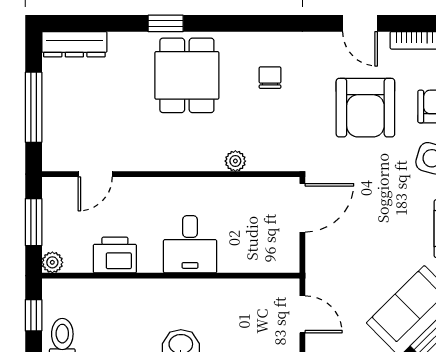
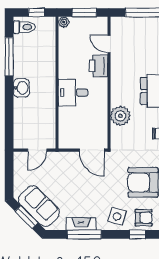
plant: (235, 161) -> (120, 116), width x1.88, depth x1.88
printer: (115, 255) -> (98, 66), moved, turned 180

